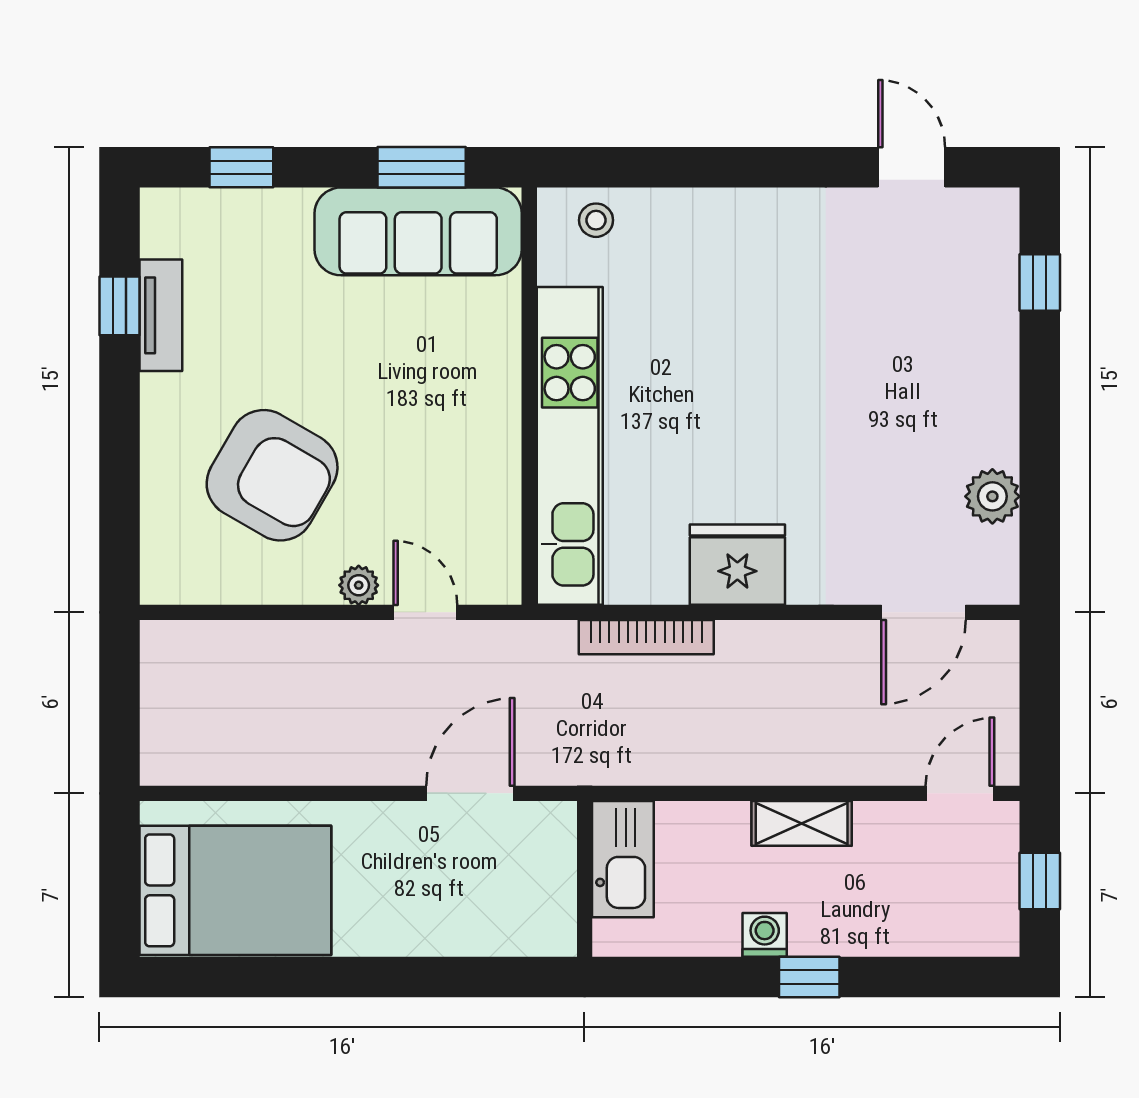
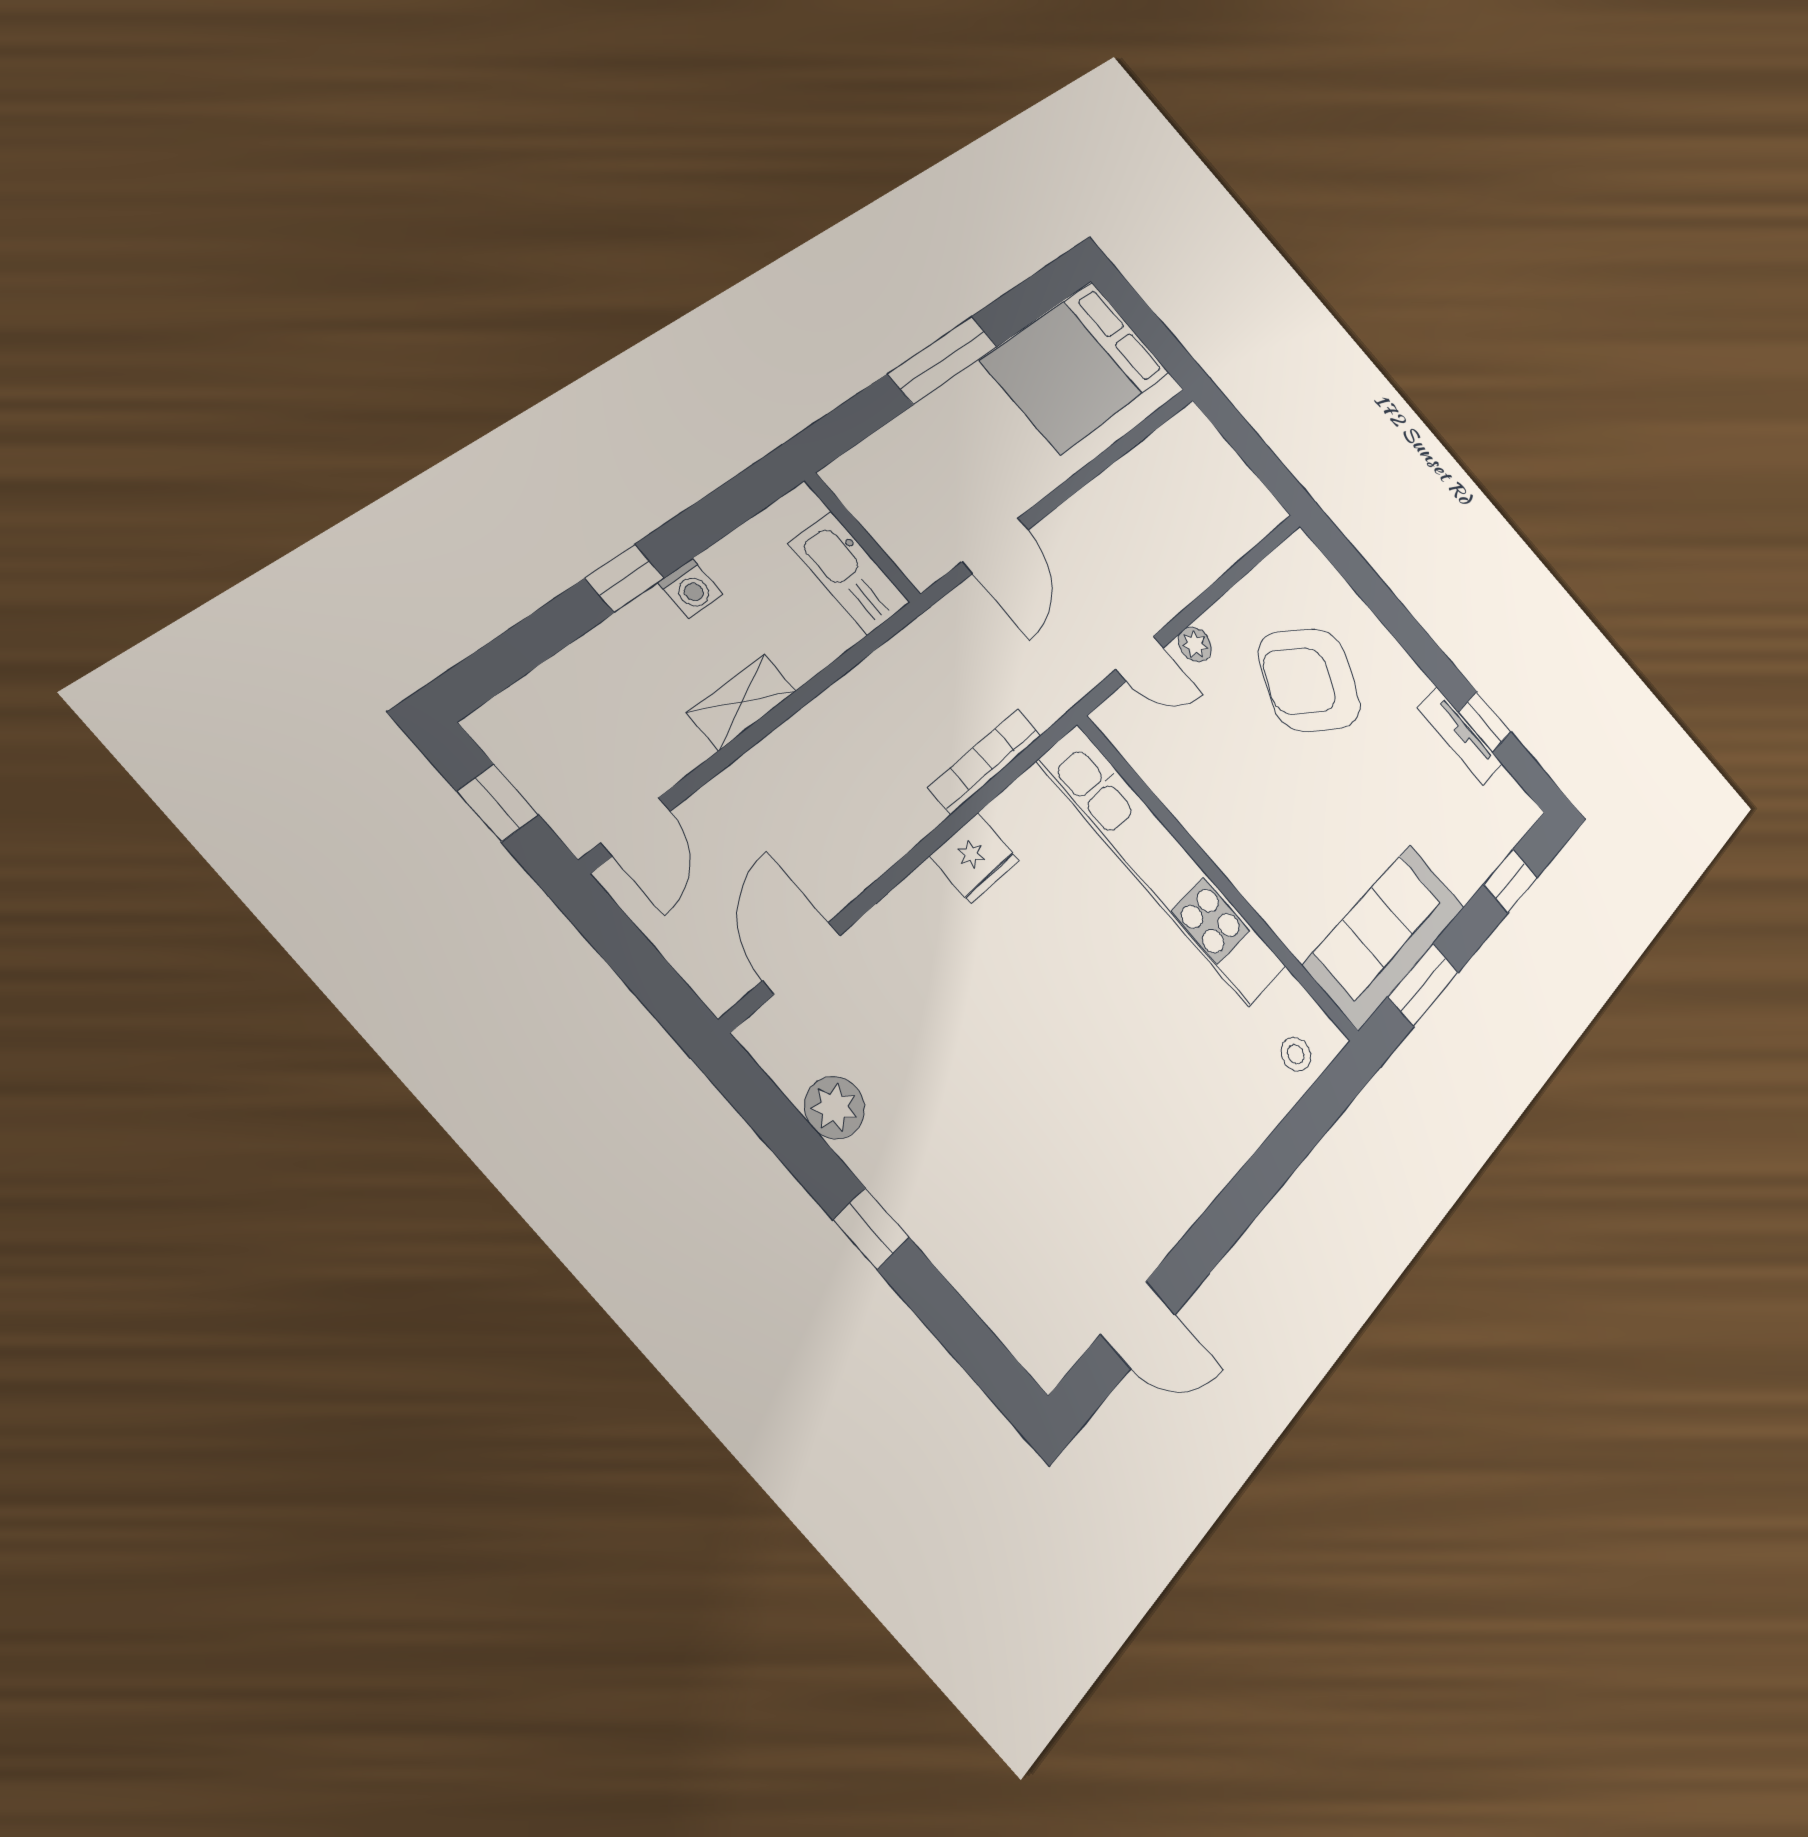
window: (1040, 282) -> (871, 1229), moved
fridge: (737, 565) -> (975, 858), width x0.73, depth x0.75
window: (367, 977) -> (943, 360), added

